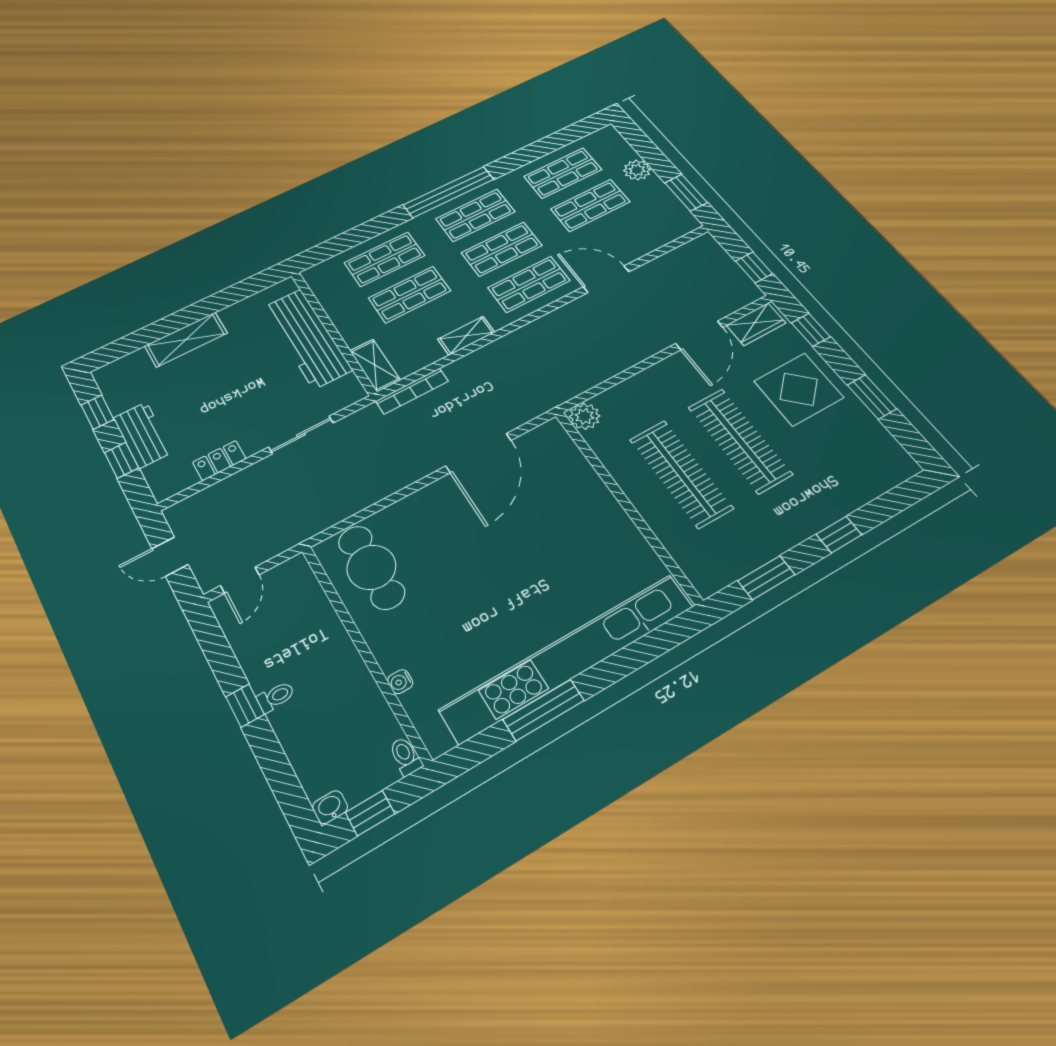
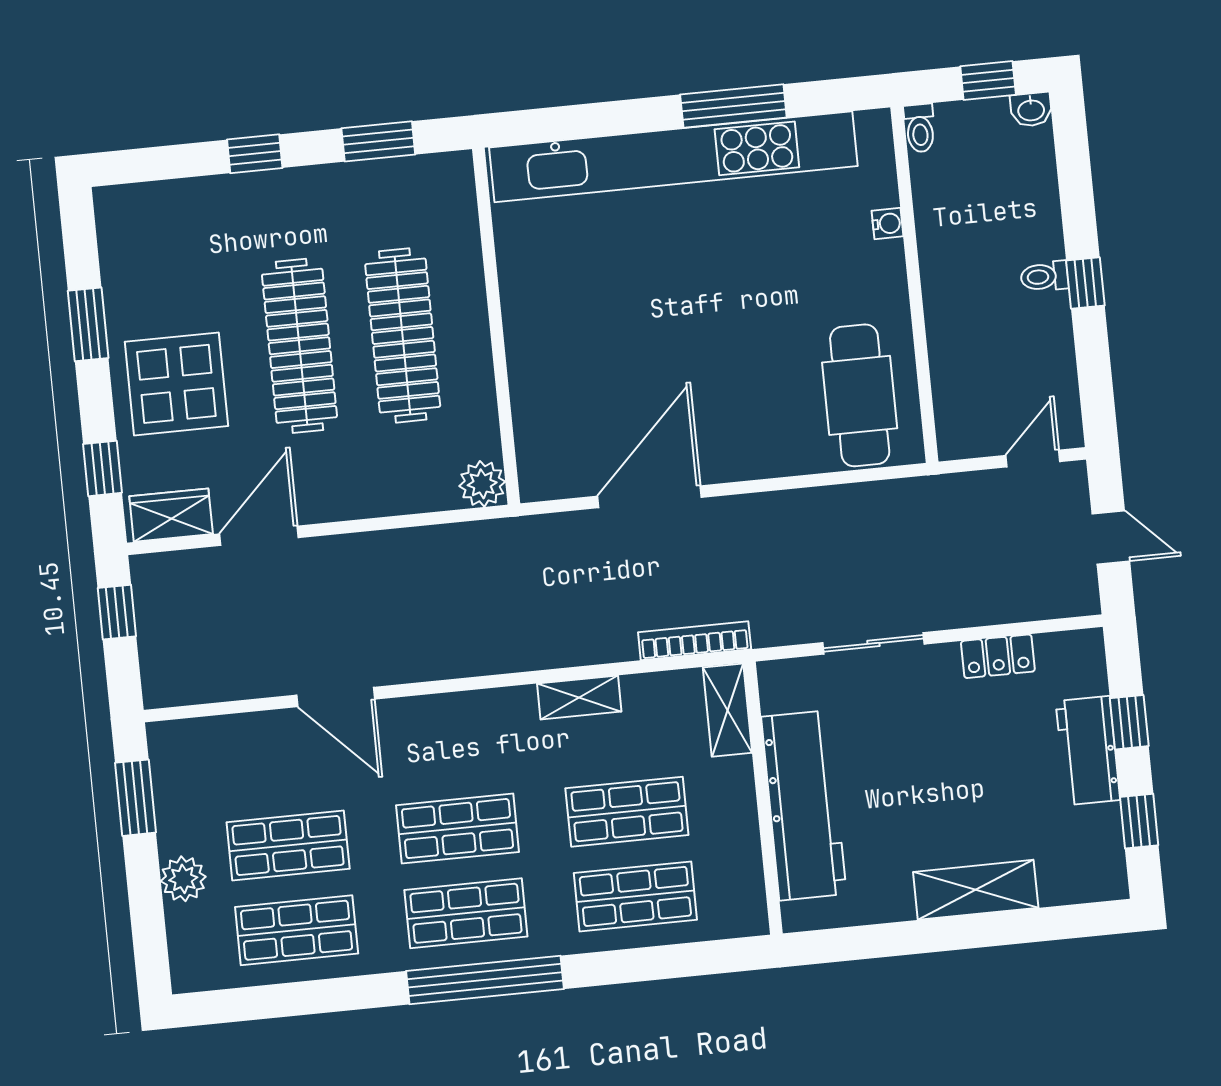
shop shelf: (529, 284) -> (449, 744), removed

